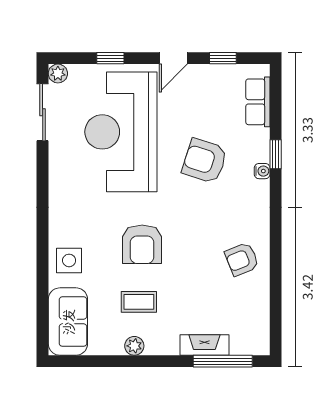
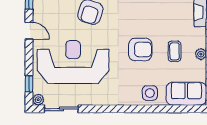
window: (110, 58) -> (29, 84), moved
reception desk: (121, 132) -> (73, 62), turned 180

